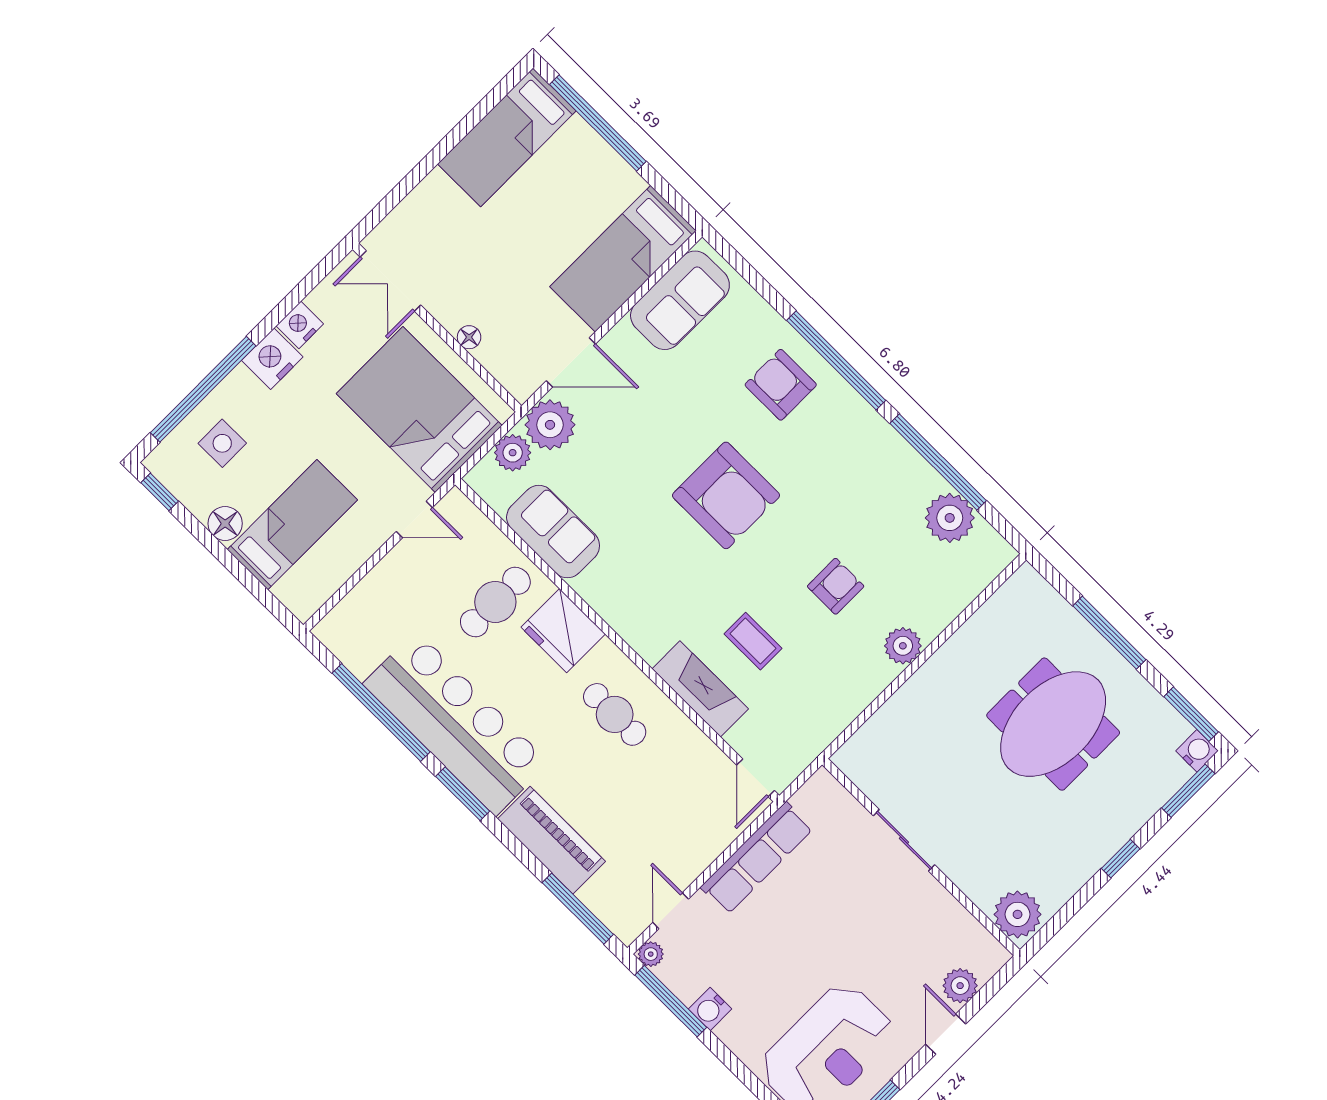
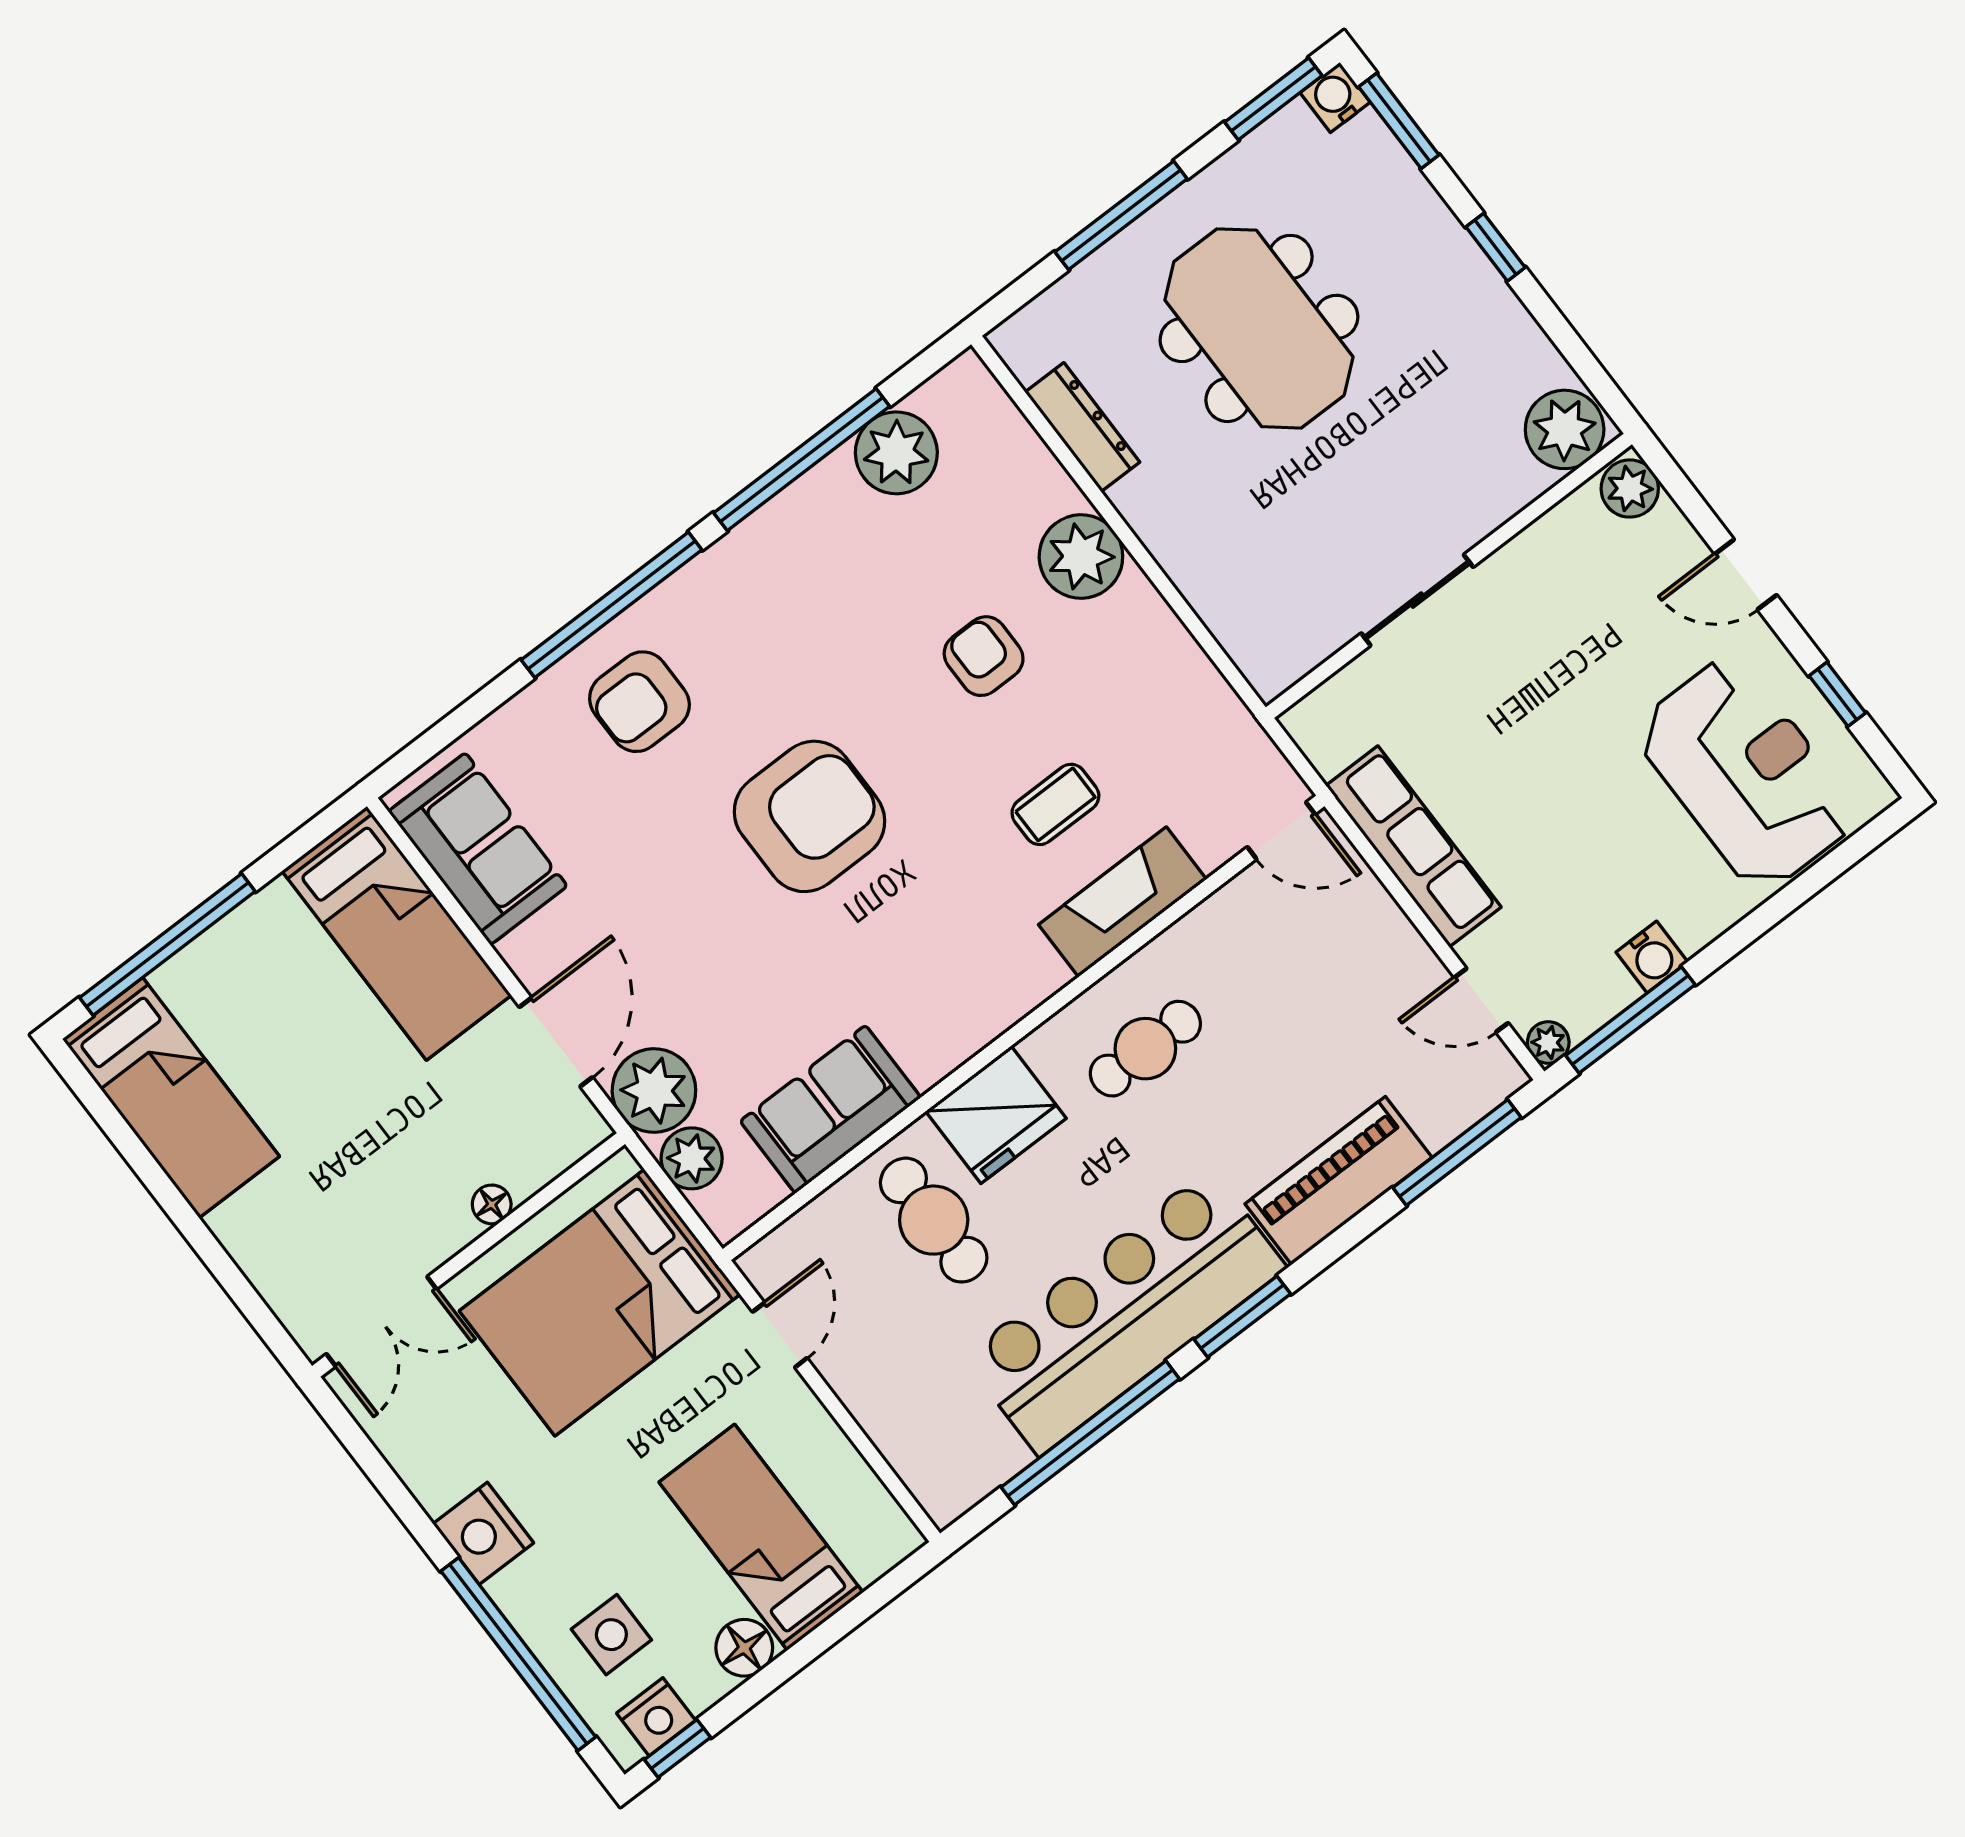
nightstand: (300, 325) -> (656, 1717), moved, turned -90
dresser: (980, 627) -> (1082, 427), added
plant: (903, 646) -> (1081, 557), width x1.36, depth x1.36
plant: (960, 986) -> (1630, 489), moved

